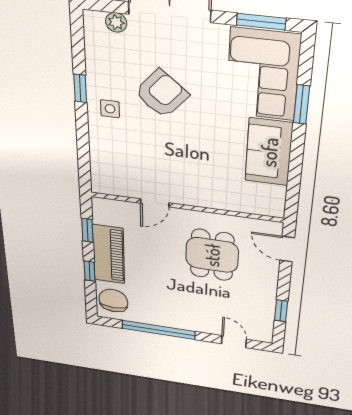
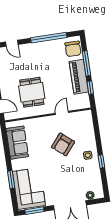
armchair: (162, 94) -> (63, 144), moved
sofa: (269, 152) -> (17, 143), moved
window: (89, 271) -> (87, 63), width x2.17

